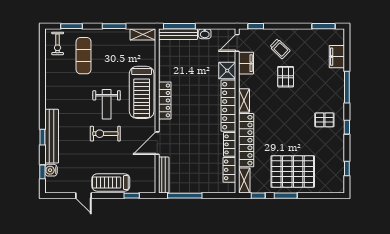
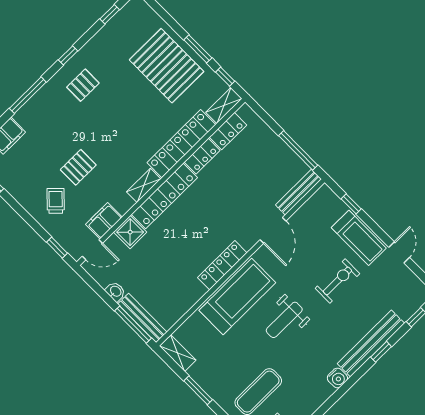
weight bench: (107, 104) -> (284, 320), turned 180
pallet: (324, 120) -> (83, 85), turned 90
exercise bike: (105, 134) -> (337, 281), moved, turned -90
door: (157, 143) -> (273, 230), hinge flipped
water cooler: (51, 170) -> (337, 378), moved

